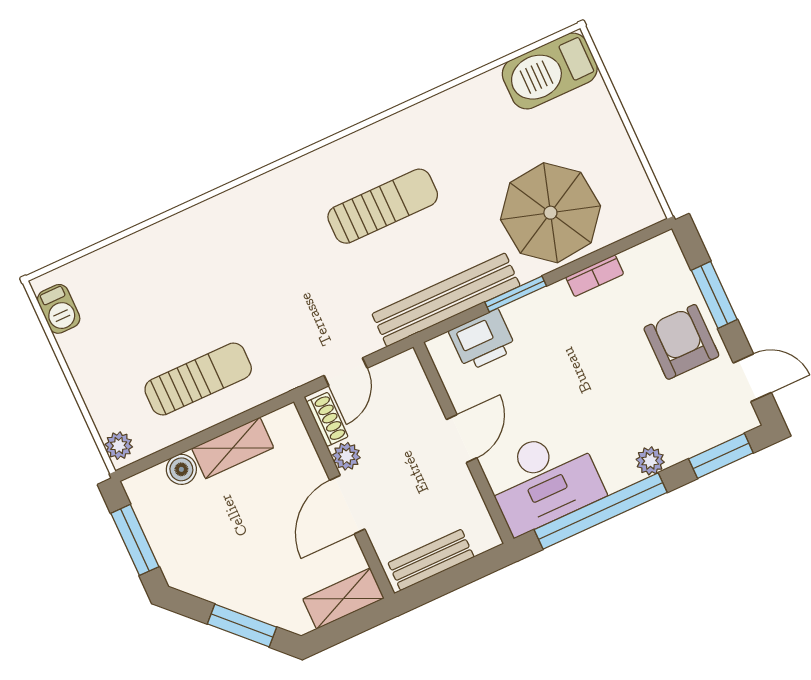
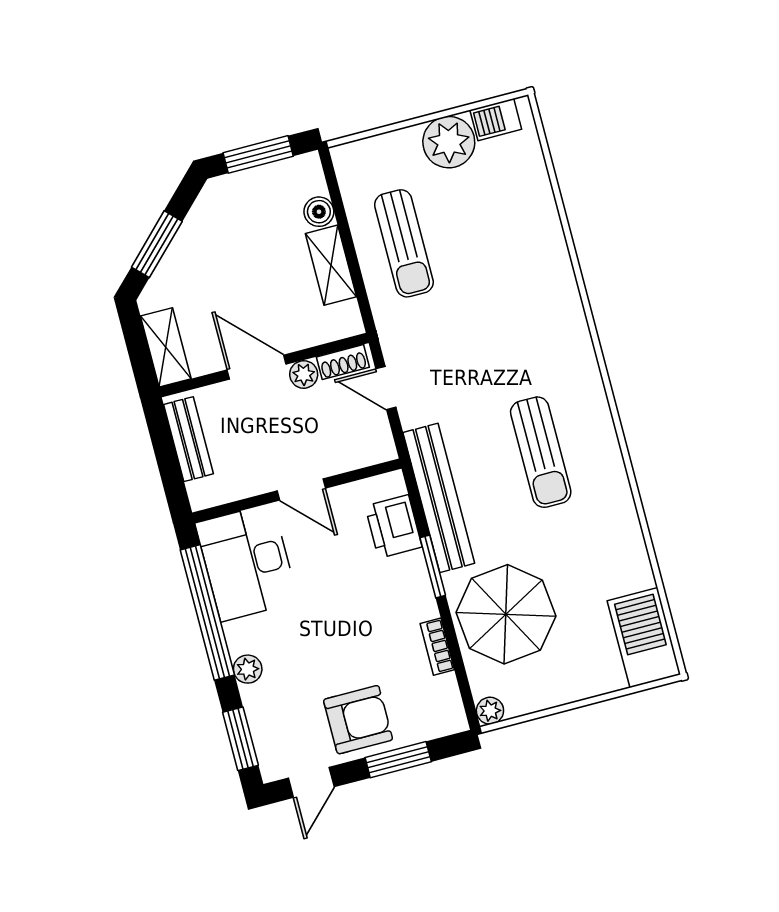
plant: (649, 212) -> (490, 711), added
plant: (119, 446) -> (449, 142), moved, width x1.88, depth x1.88

